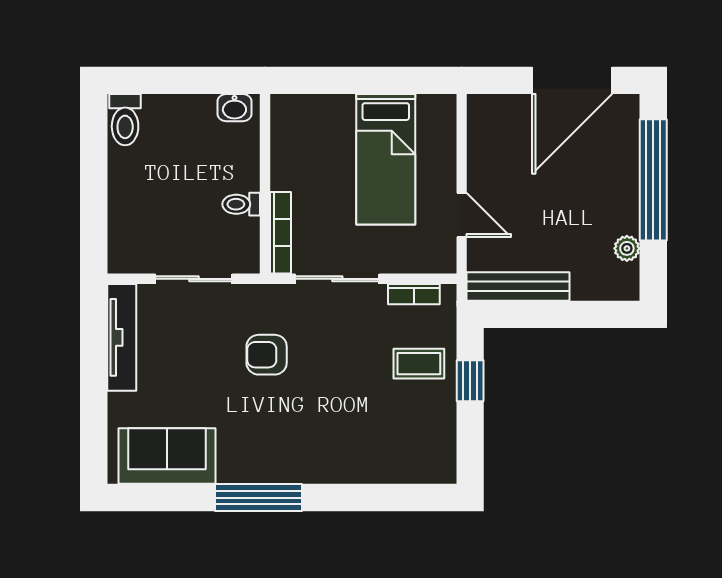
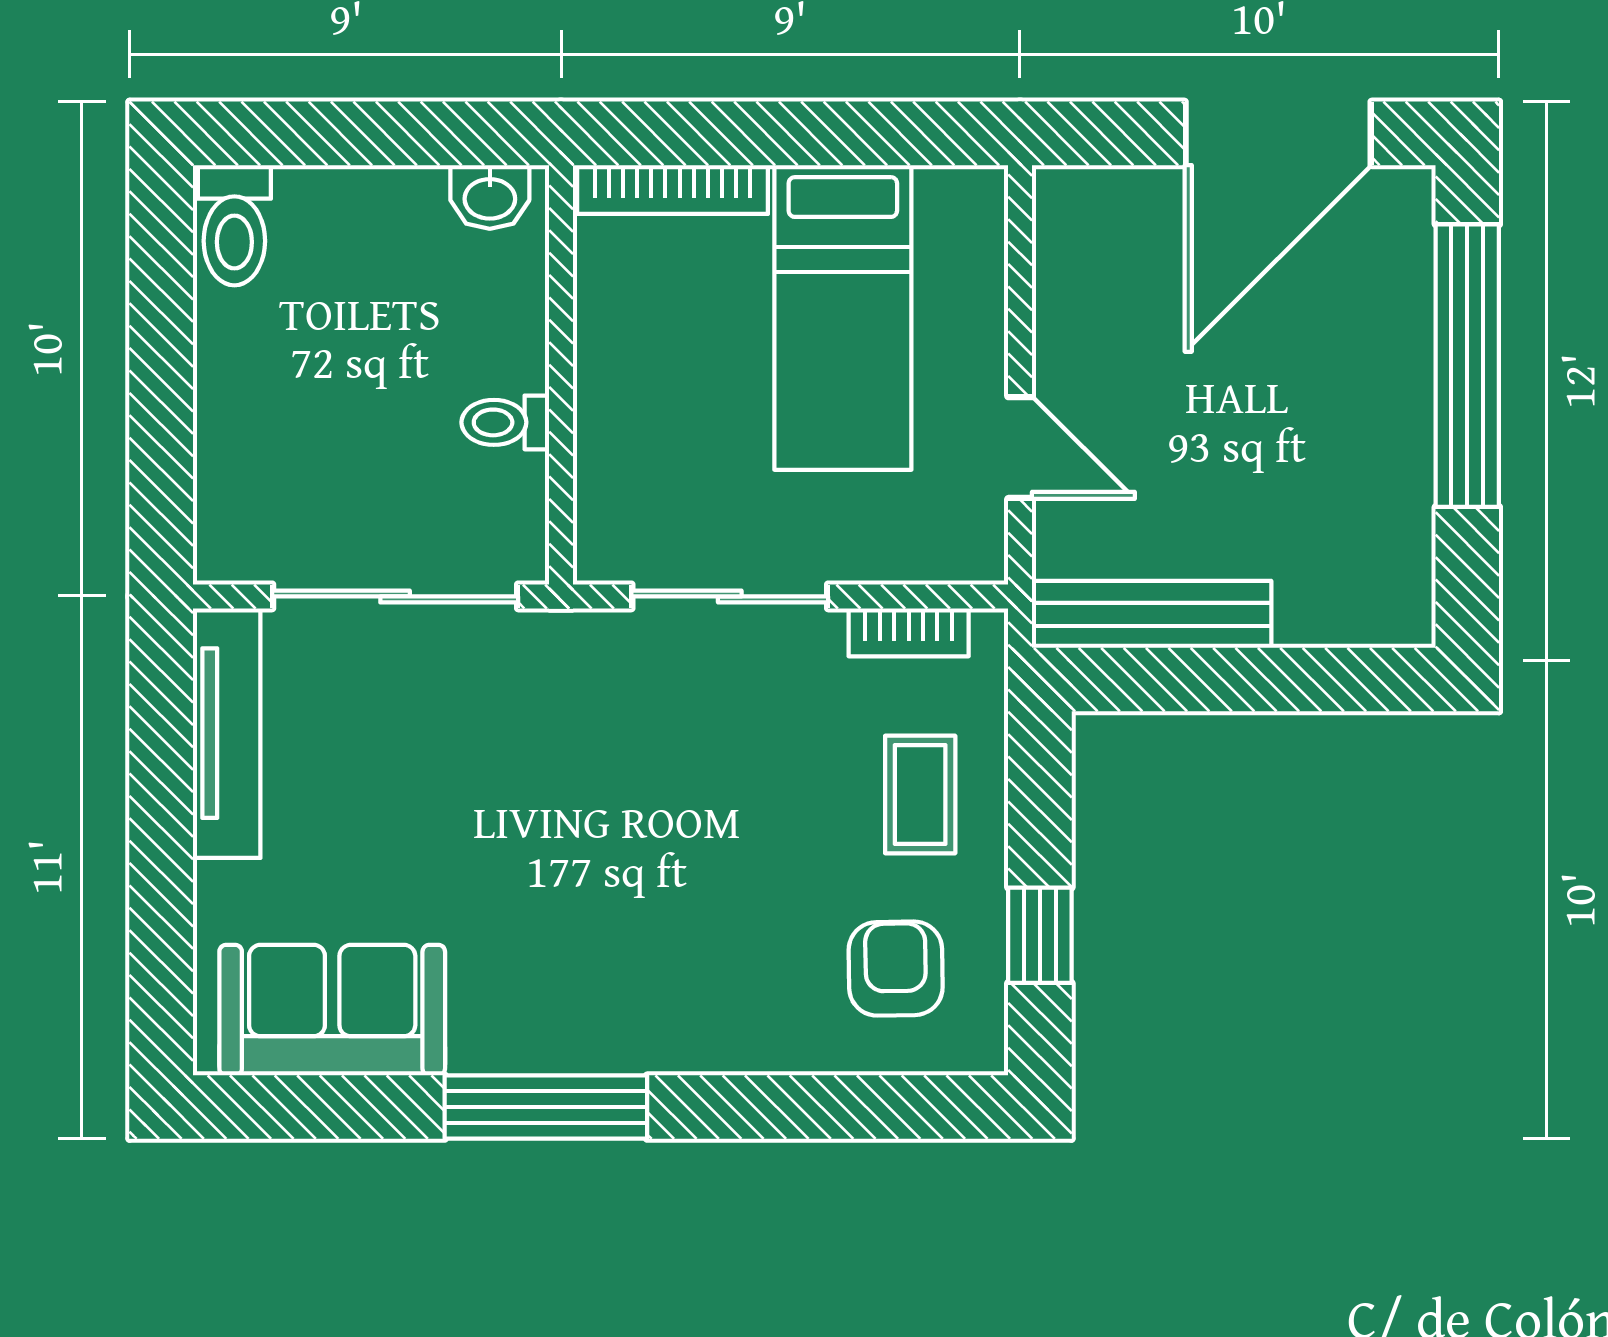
bookcase: (281, 233) -> (673, 189), moved, turned 90
plant: (627, 248) -> (1406, 526), removed
sliding door: (194, 279) -> (395, 596), width x1.37
armchair: (267, 355) -> (896, 969), moved, turned 89
coffee table: (419, 364) -> (920, 794), turned 90
window: (470, 381) -> (1040, 935), moved

